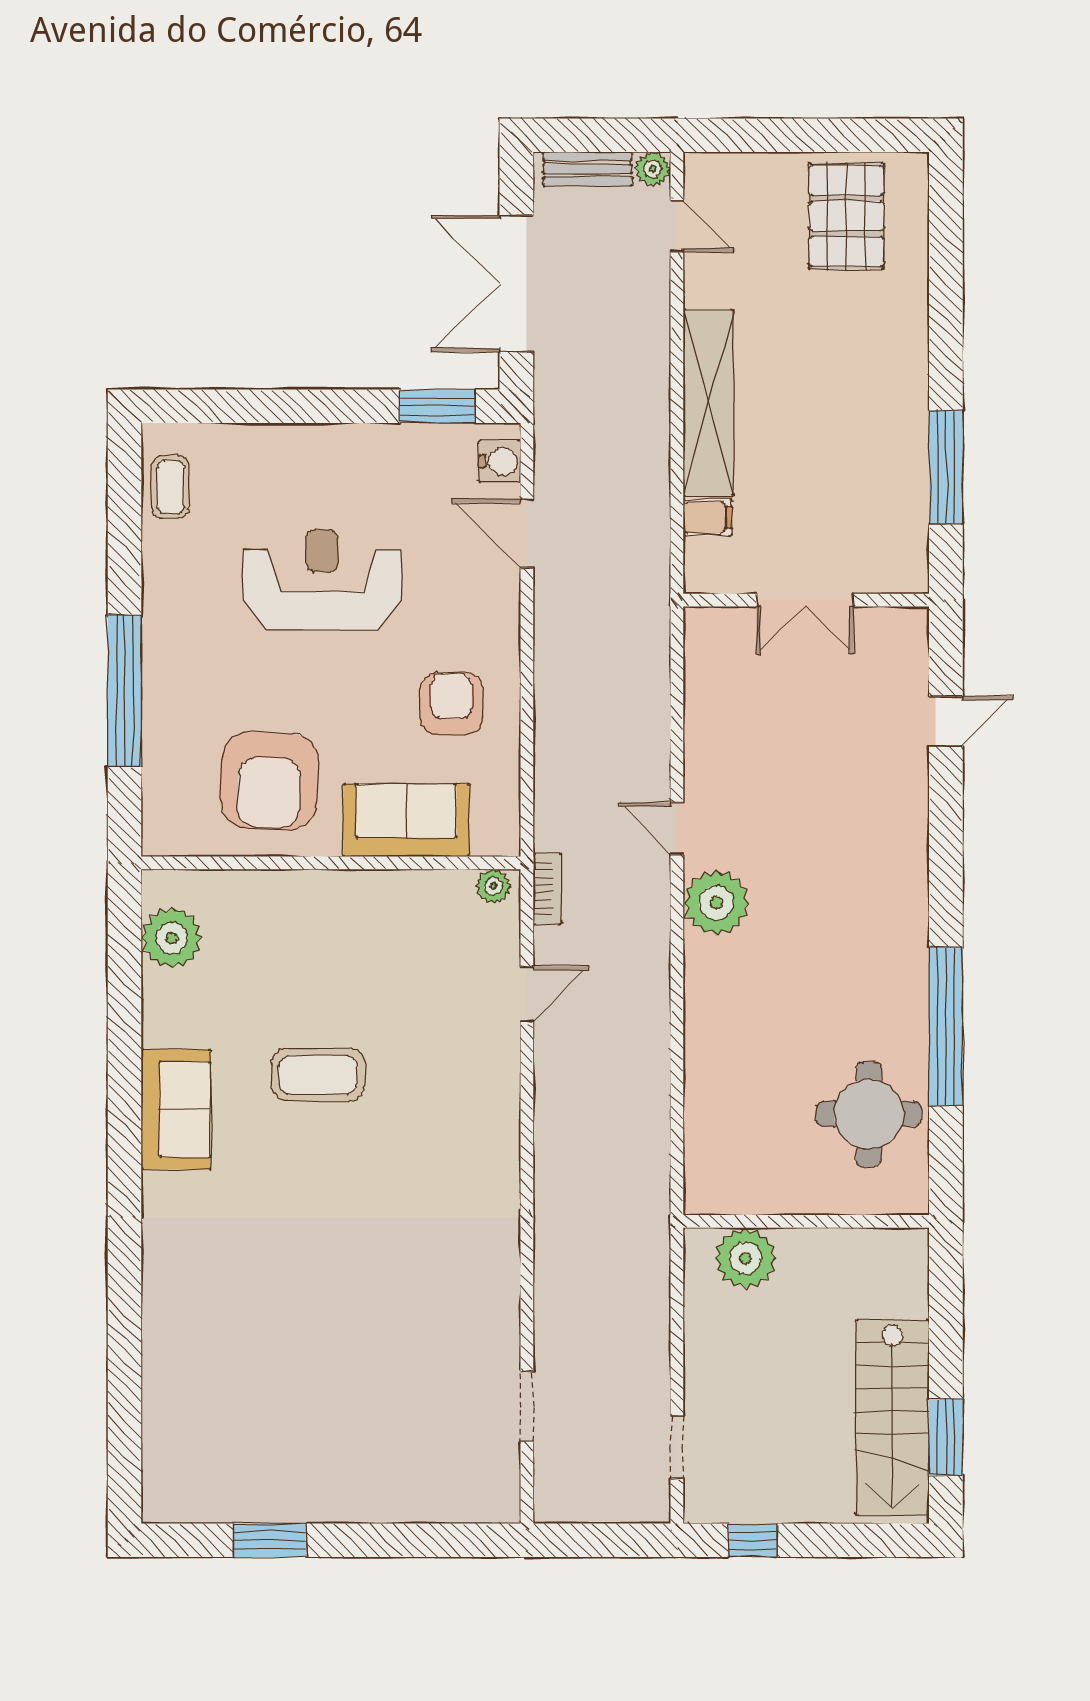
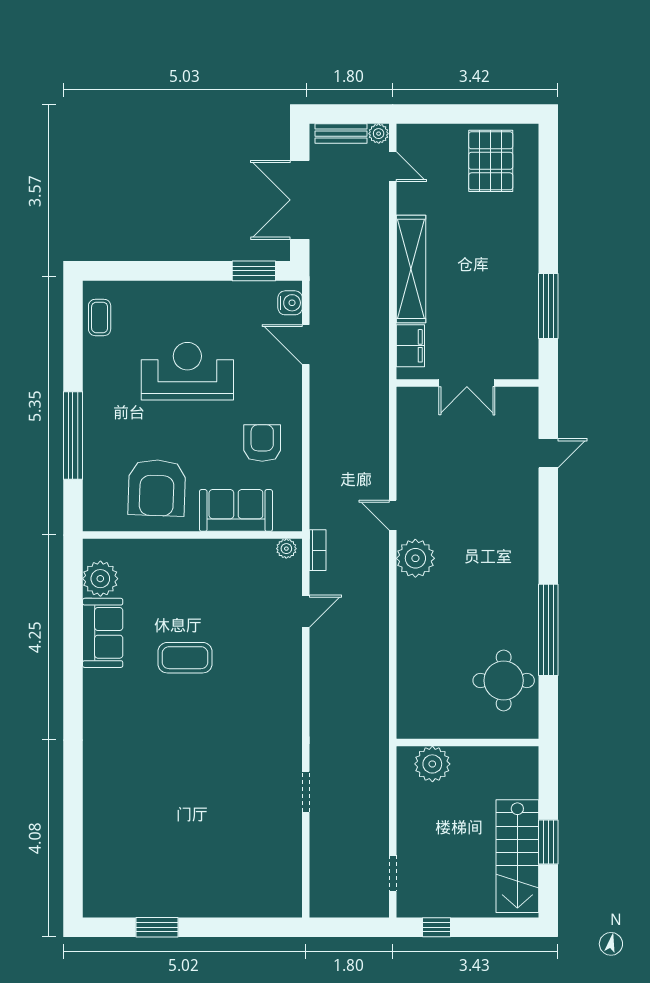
filing cabinet: (708, 517) -> (410, 346), width x2.00
sofa: (176, 1109) -> (103, 633), moved
doorway: (527, 1407) -> (306, 792), moved
window: (946, 1437) -> (548, 842), moved

